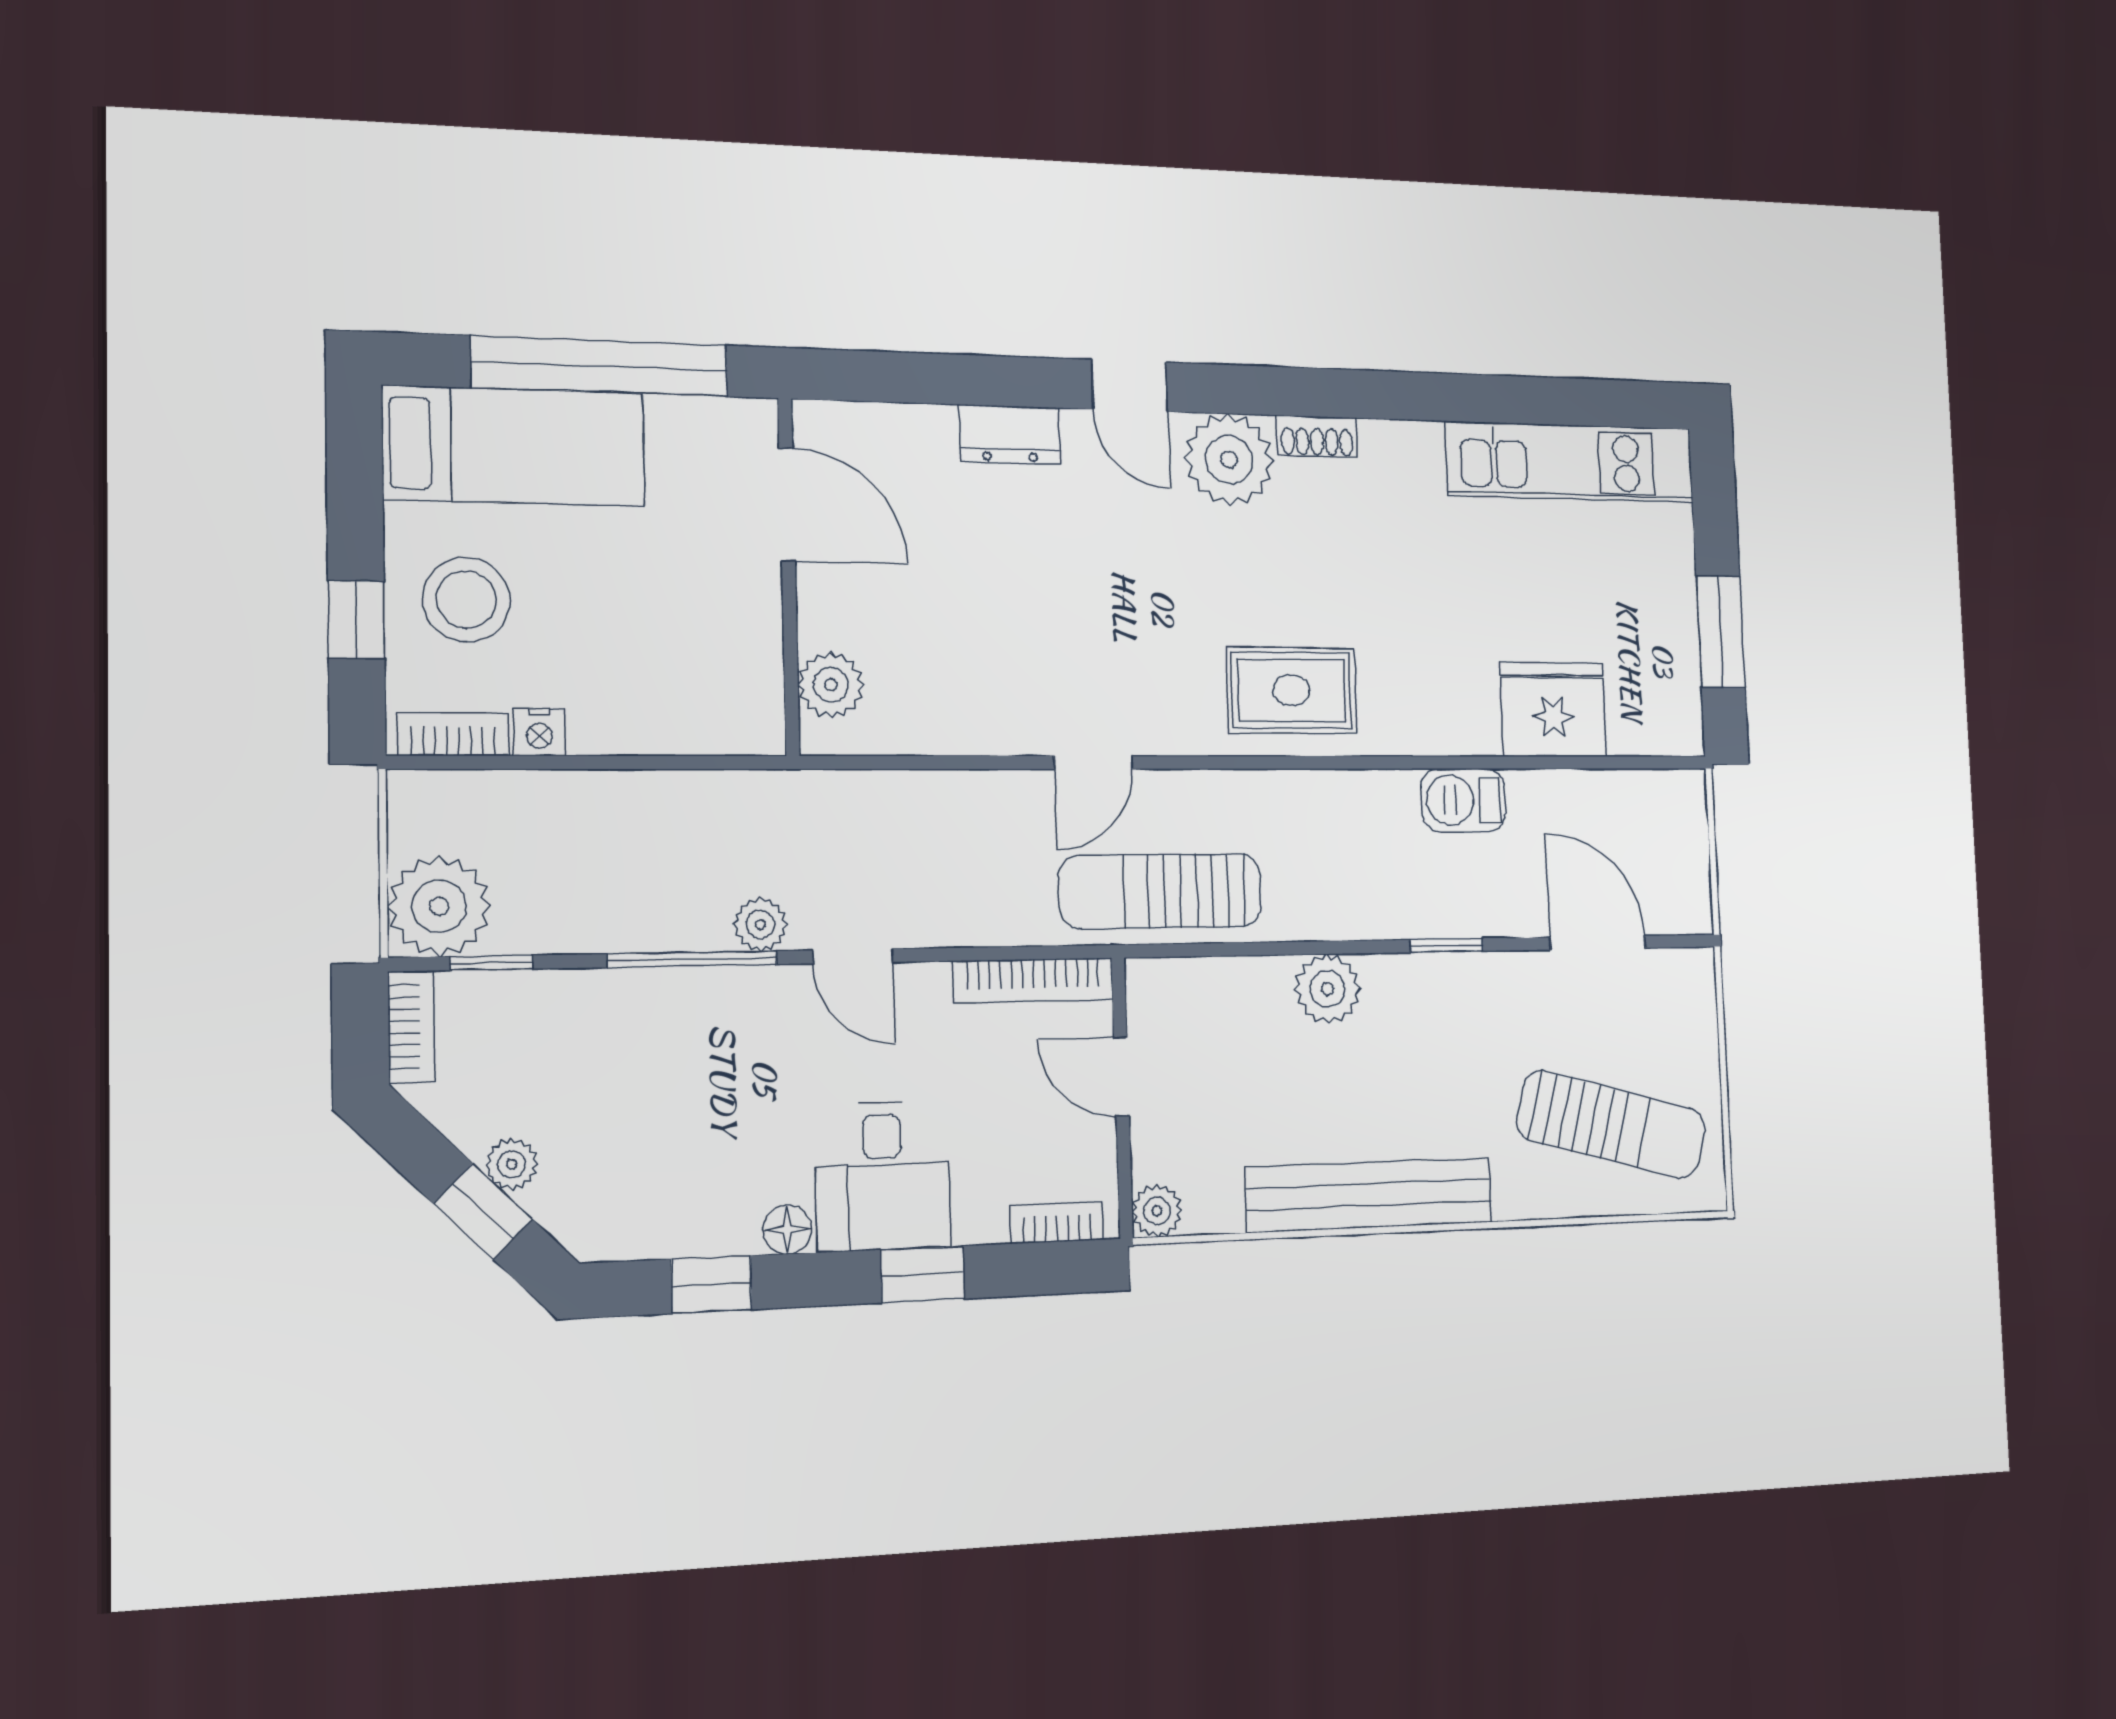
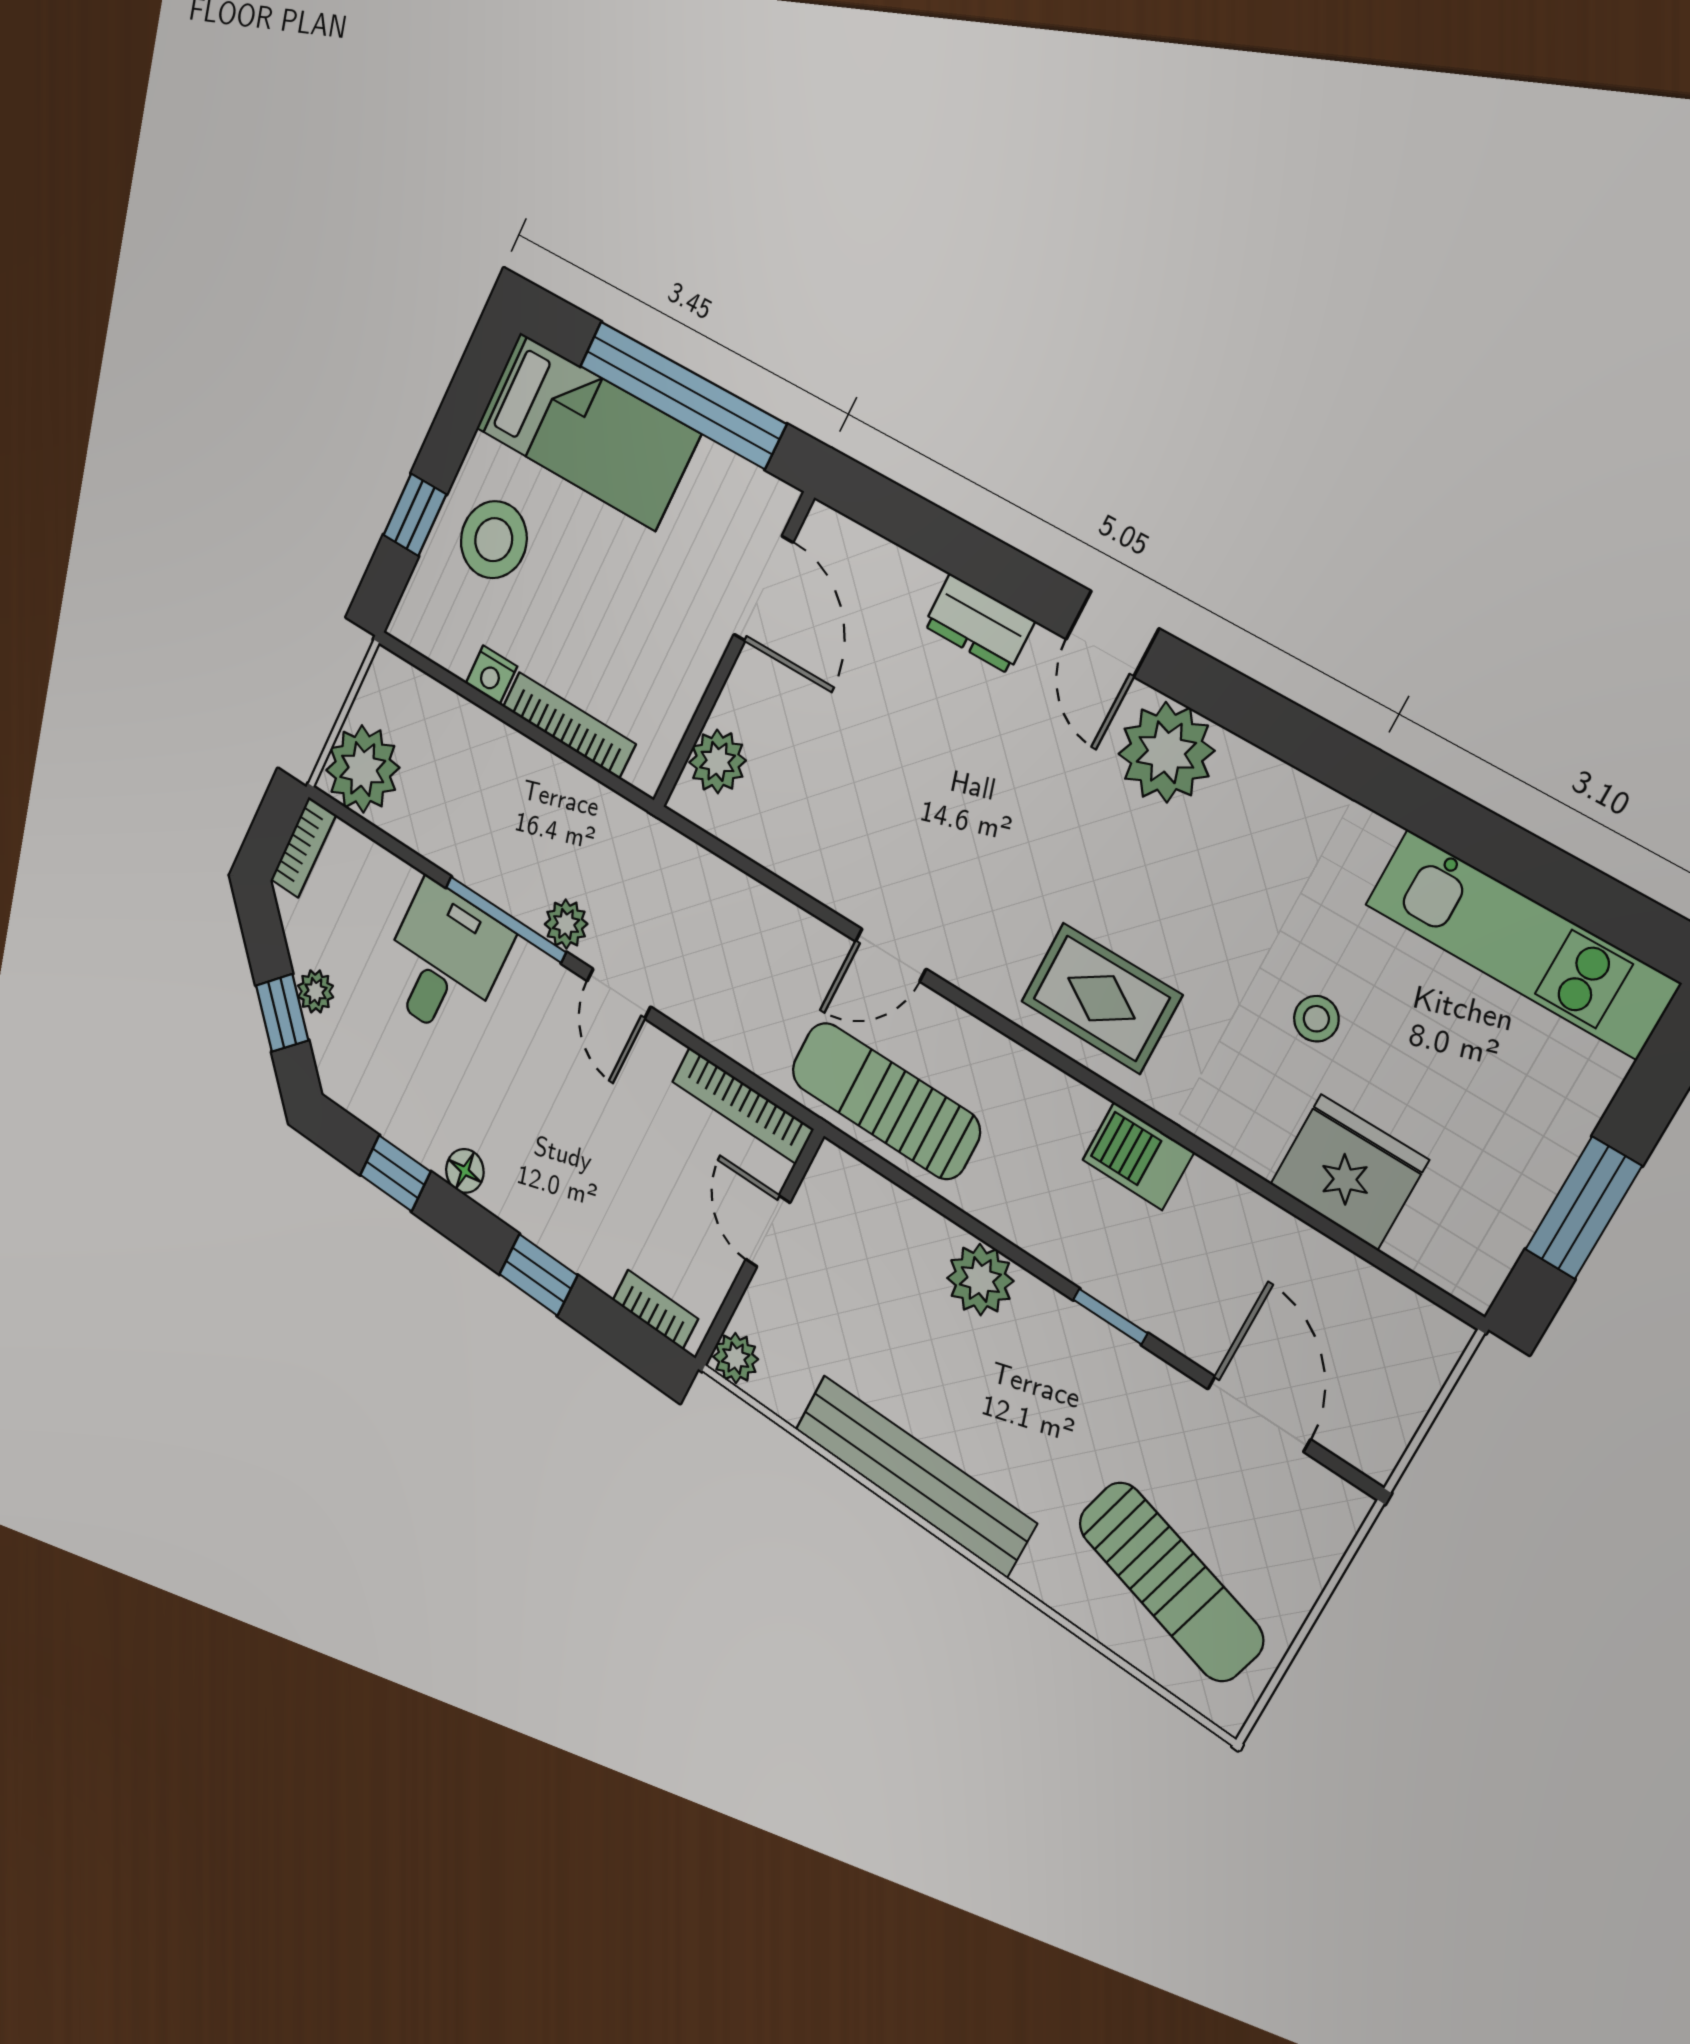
shoe rack: (1317, 437) -> (1265, 776), removed
stool: (1463, 606) -> (1316, 1019), added
bookcase: (453, 734) -> (569, 725), moved, width x1.56
barbecue: (1463, 800) -> (1138, 1156), moved
window: (492, 963) -> (375, 834), removed
desk: (883, 1176) -> (444, 961), moved, turned 180

